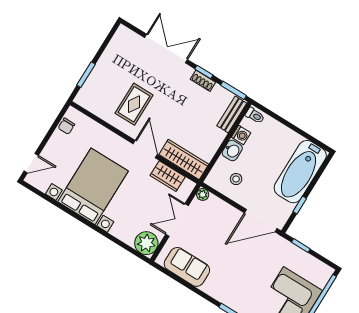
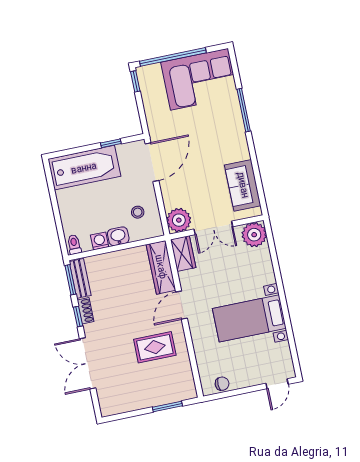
bench: (232, 114) -> (80, 278), moved, turned 90
door: (31, 163) -> (277, 384), swing flipped
wardrobe: (168, 176) -> (183, 253), moved
bed with nightstands: (93, 186) -> (249, 318), width x0.73
plant: (203, 194) -> (179, 220), width x1.88, depth x1.88
door: (261, 221) -> (152, 162), hinge flipped
window: (301, 246) -> (135, 81), moved

